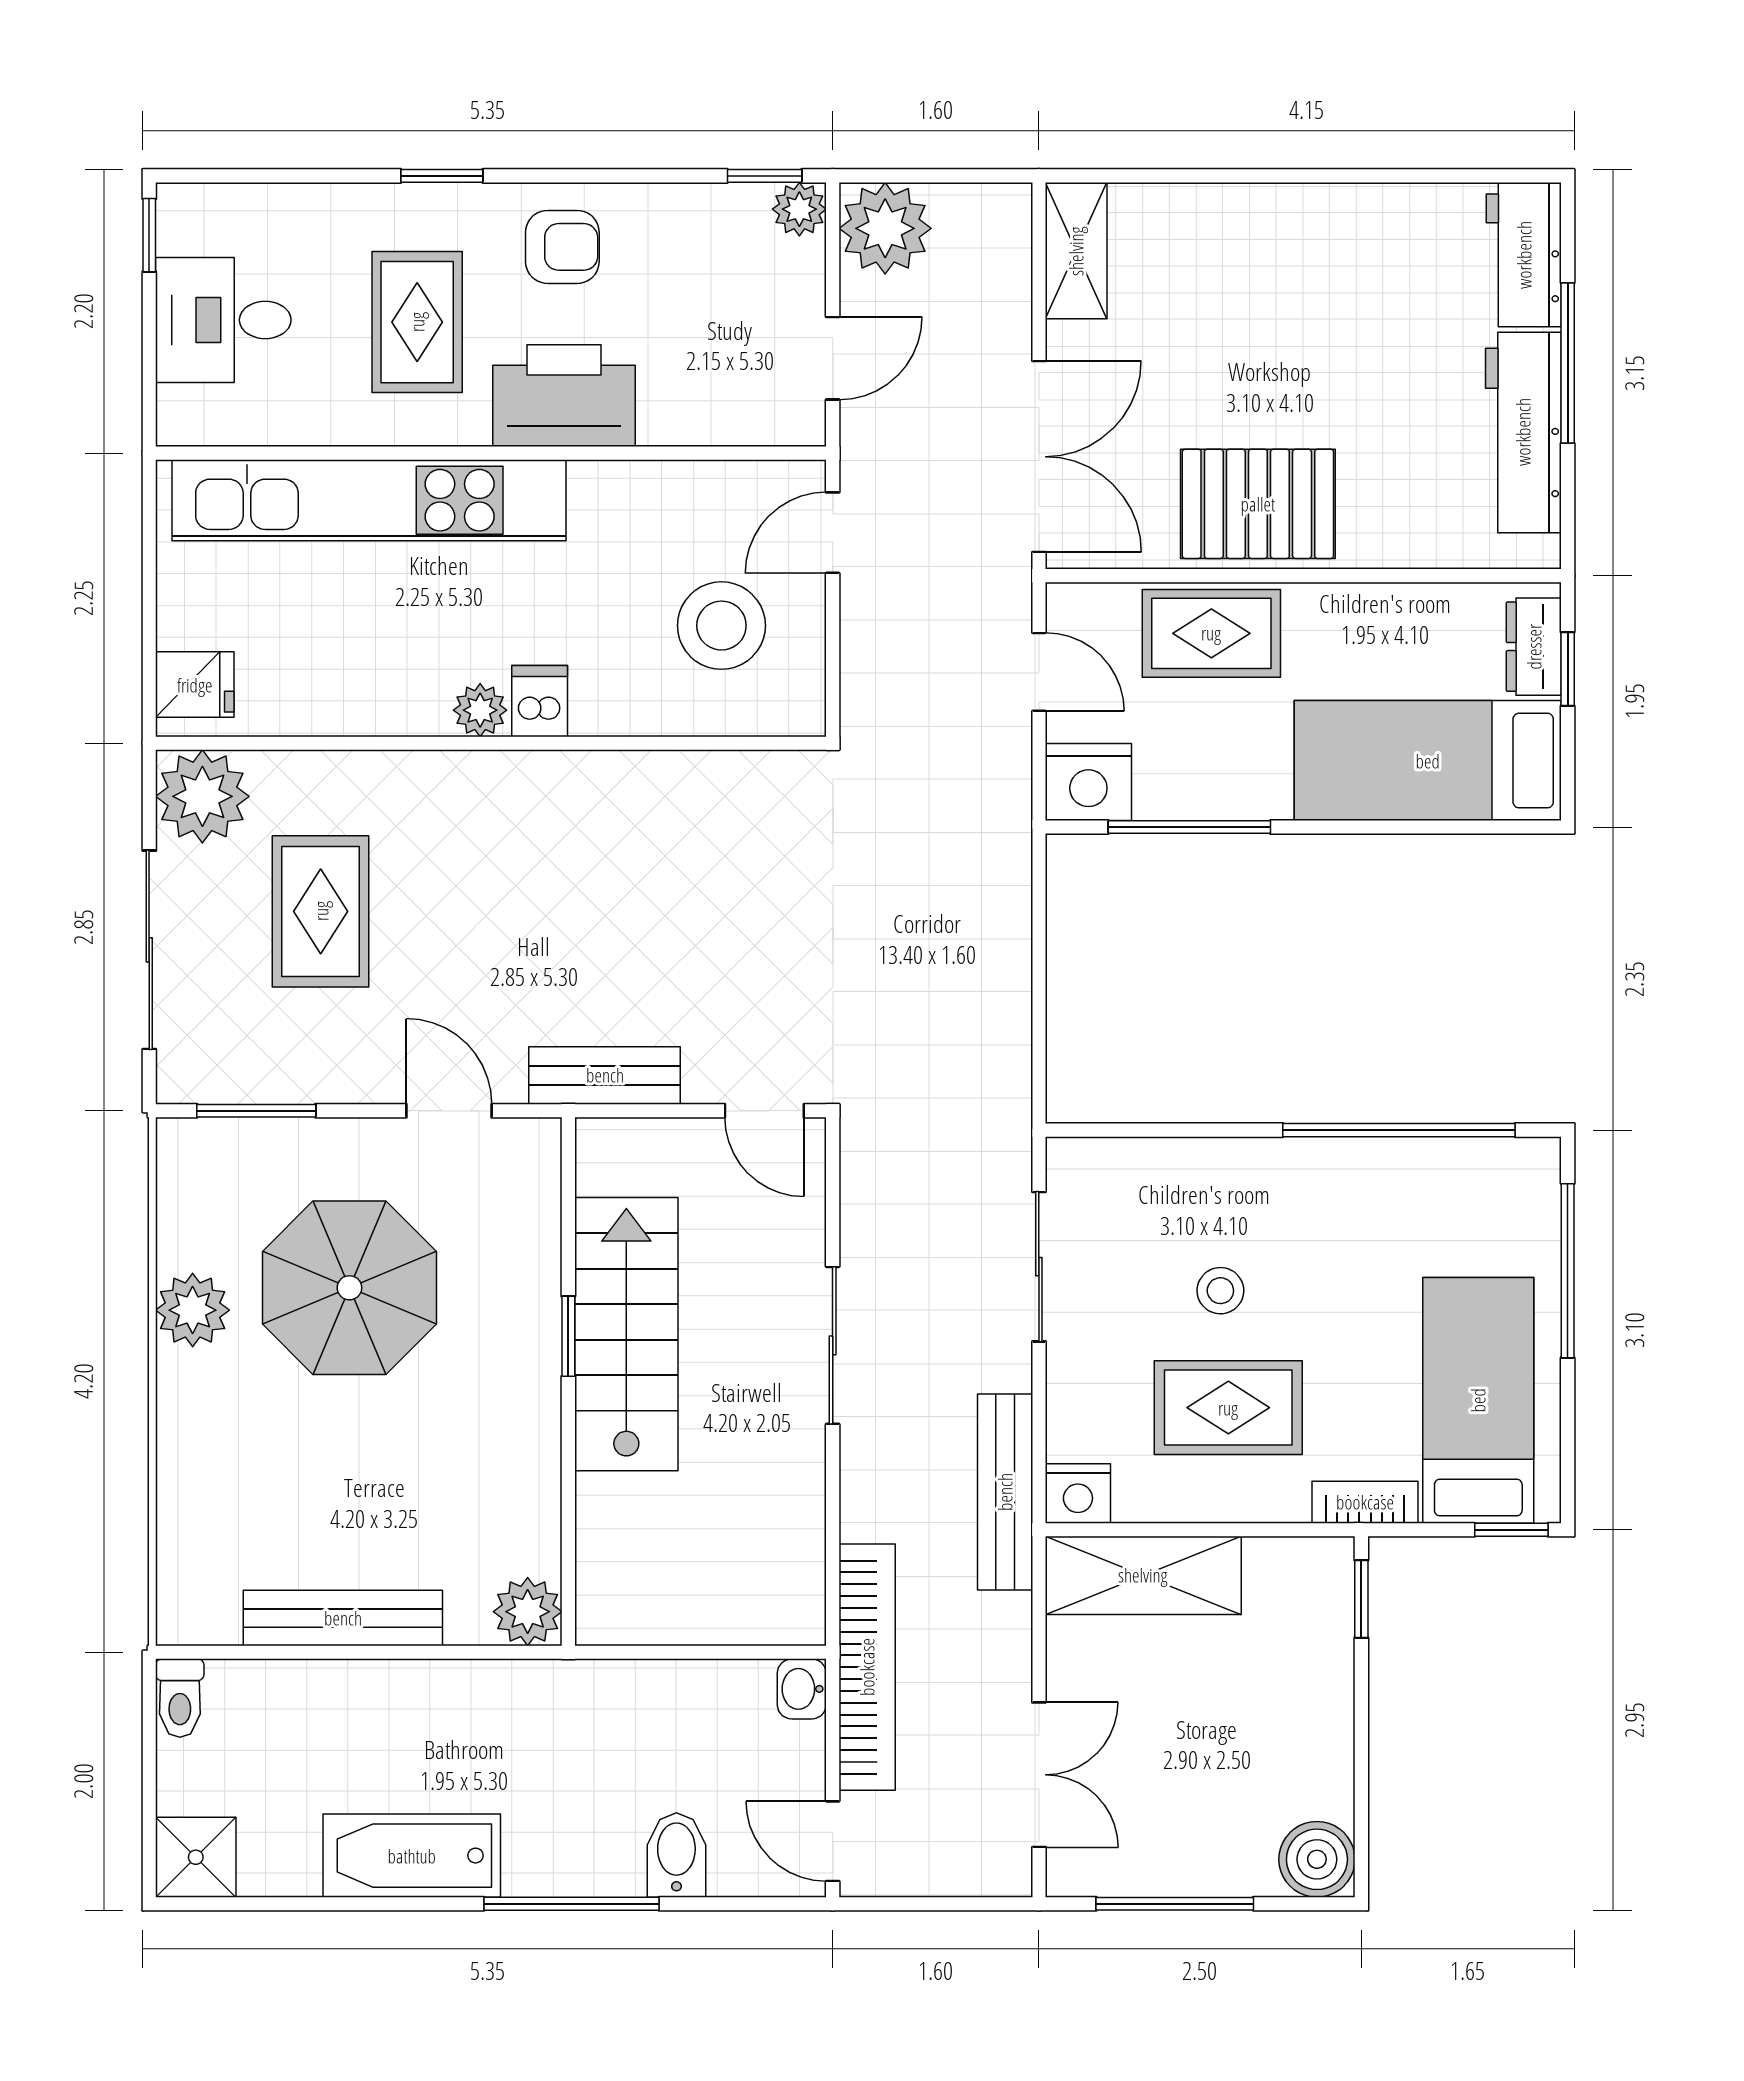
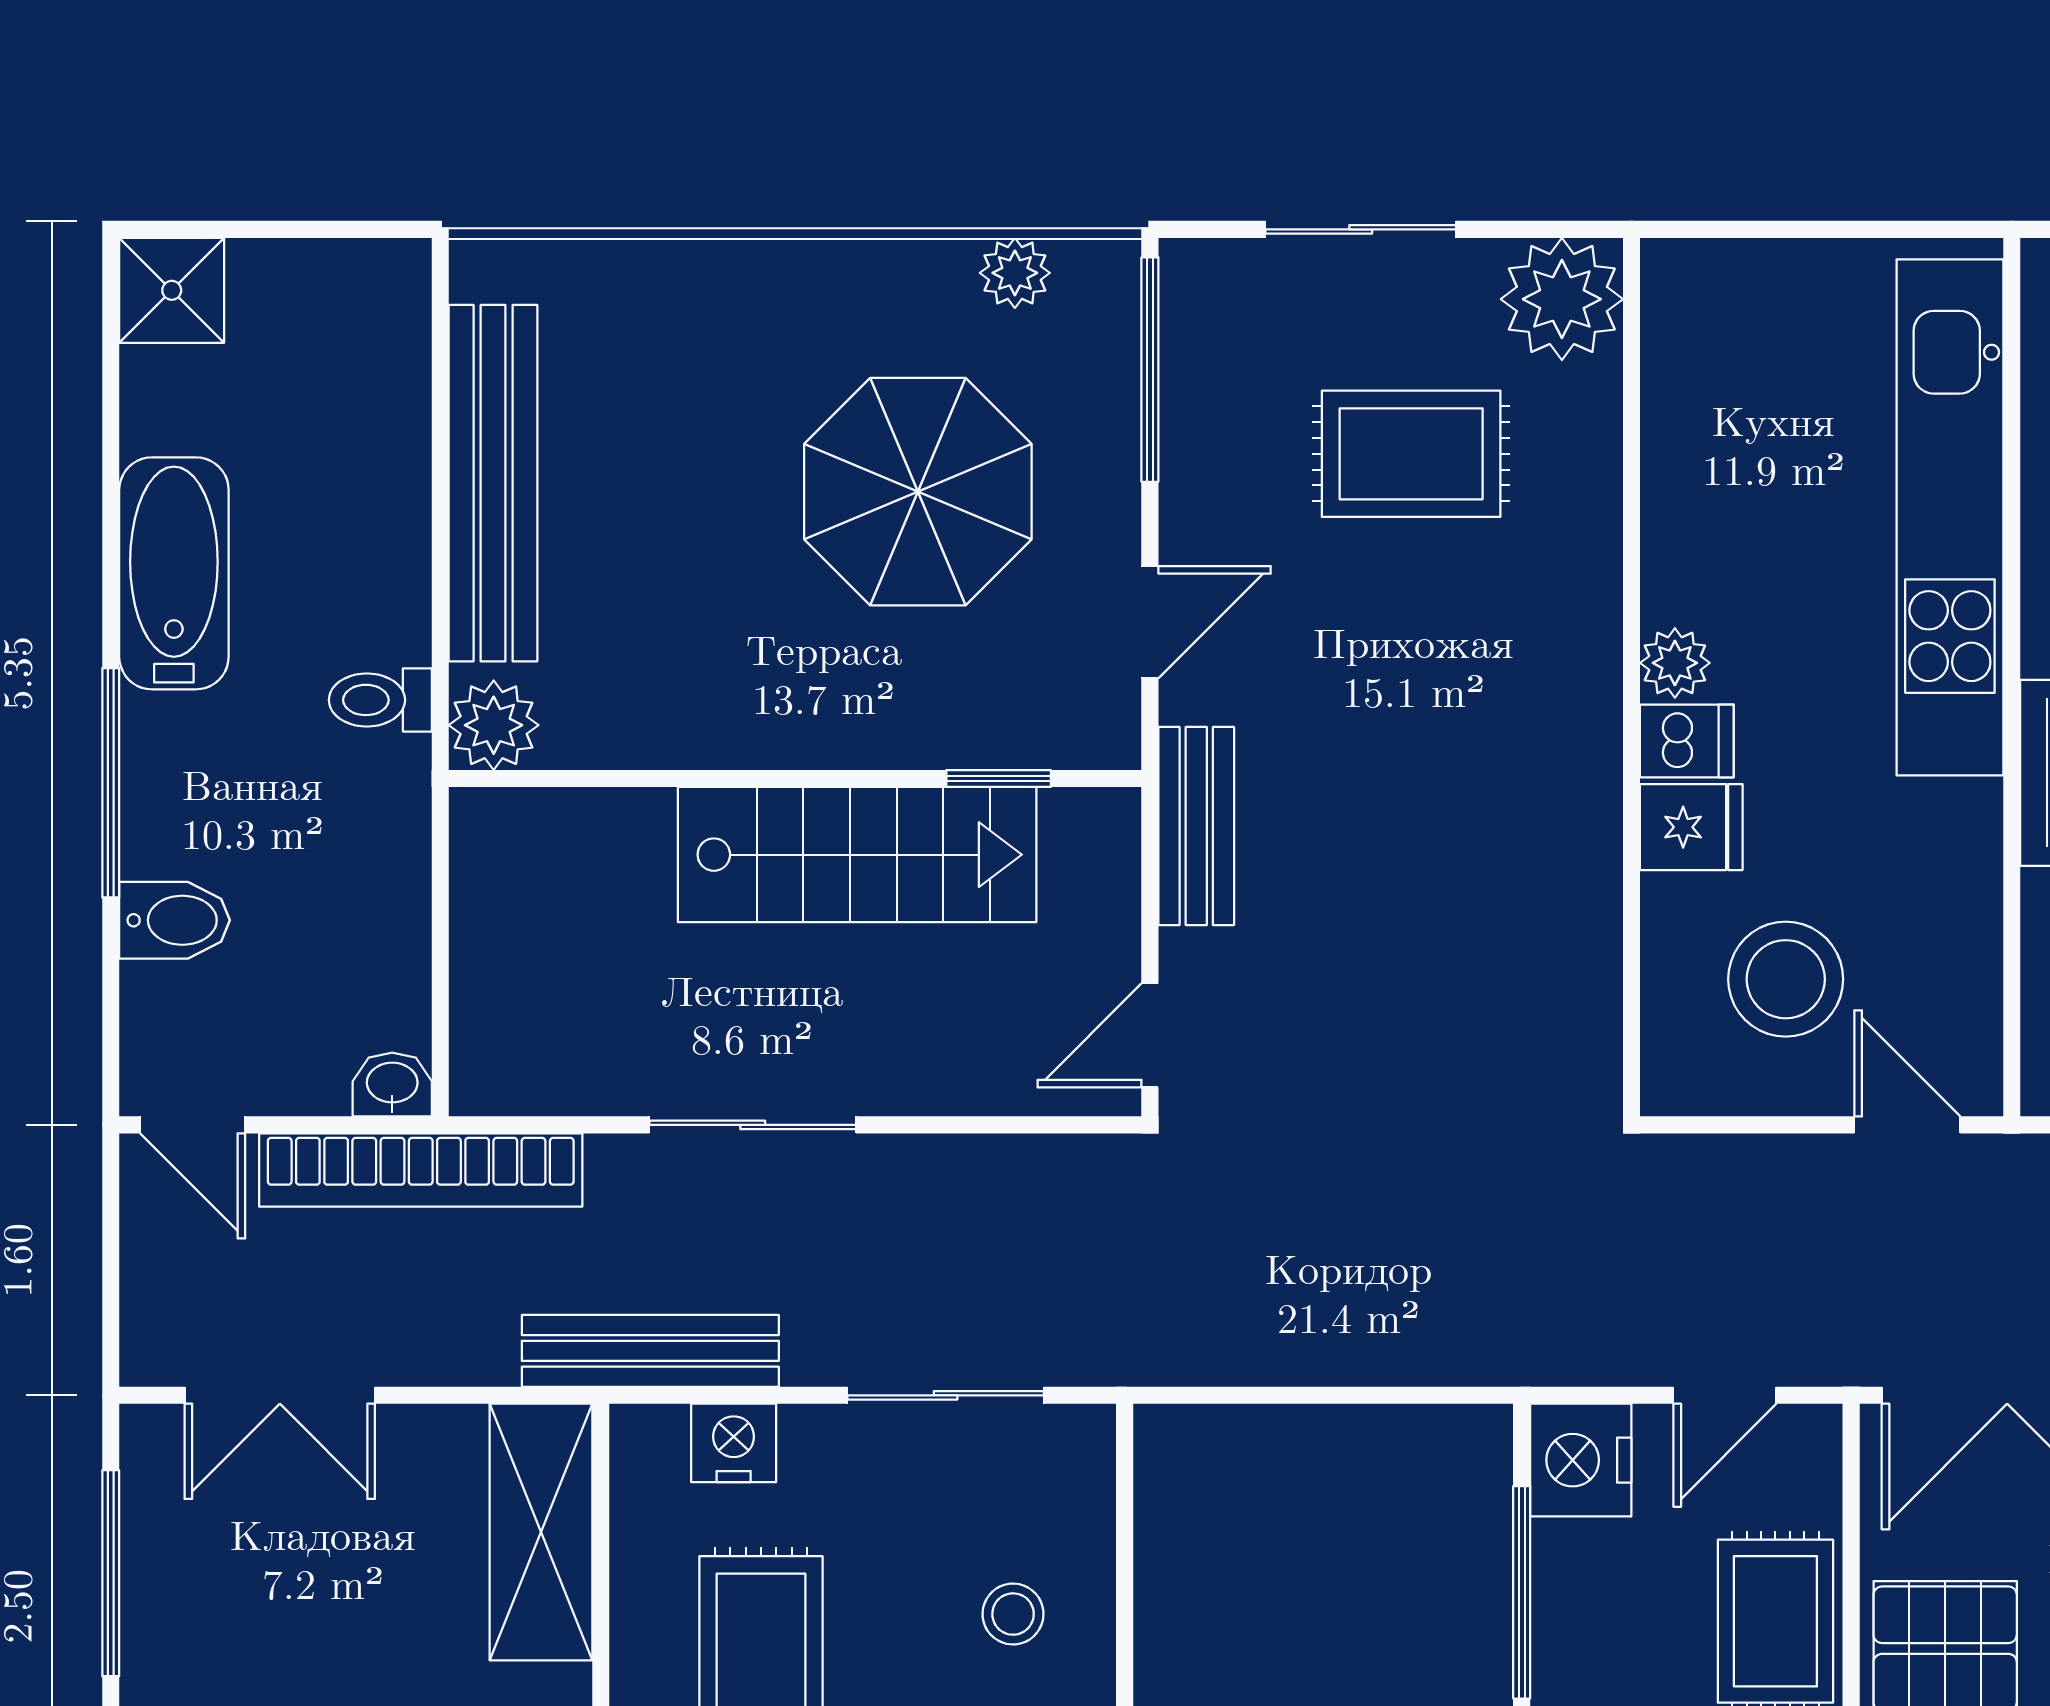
fridge: (195, 685) -> (1691, 827), moved, turned -90
sliding door: (149, 950) -> (1361, 229), width x0.73
window: (256, 1111) -> (1150, 370), width x1.44
stool: (1220, 1291) -> (1013, 1614), moved
plant: (193, 1310) -> (1015, 273), moved, width x0.73, depth x0.73
window: (568, 1336) -> (999, 779), moved
sliding door: (833, 1345) -> (753, 1125), moved
nightstand: (1078, 1493) -> (734, 1443), moved, turned 90
bench: (343, 1618) -> (493, 483), width x1.37, depth x1.21
toilet: (180, 1698) -> (380, 700), moved
door: (833, 1841) -> (193, 1125), swing flipped

